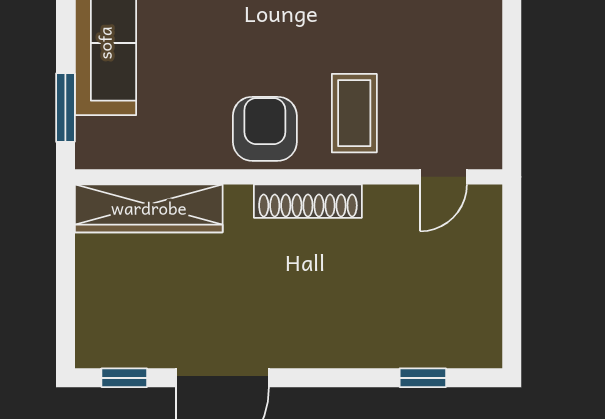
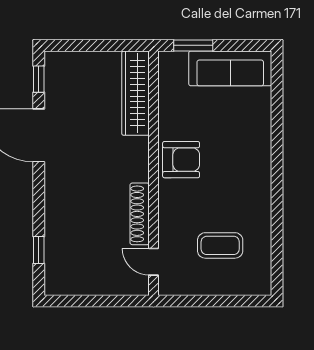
coffee table: (354, 113) -> (220, 245), moved
shoe rack: (308, 201) -> (140, 214), moved

